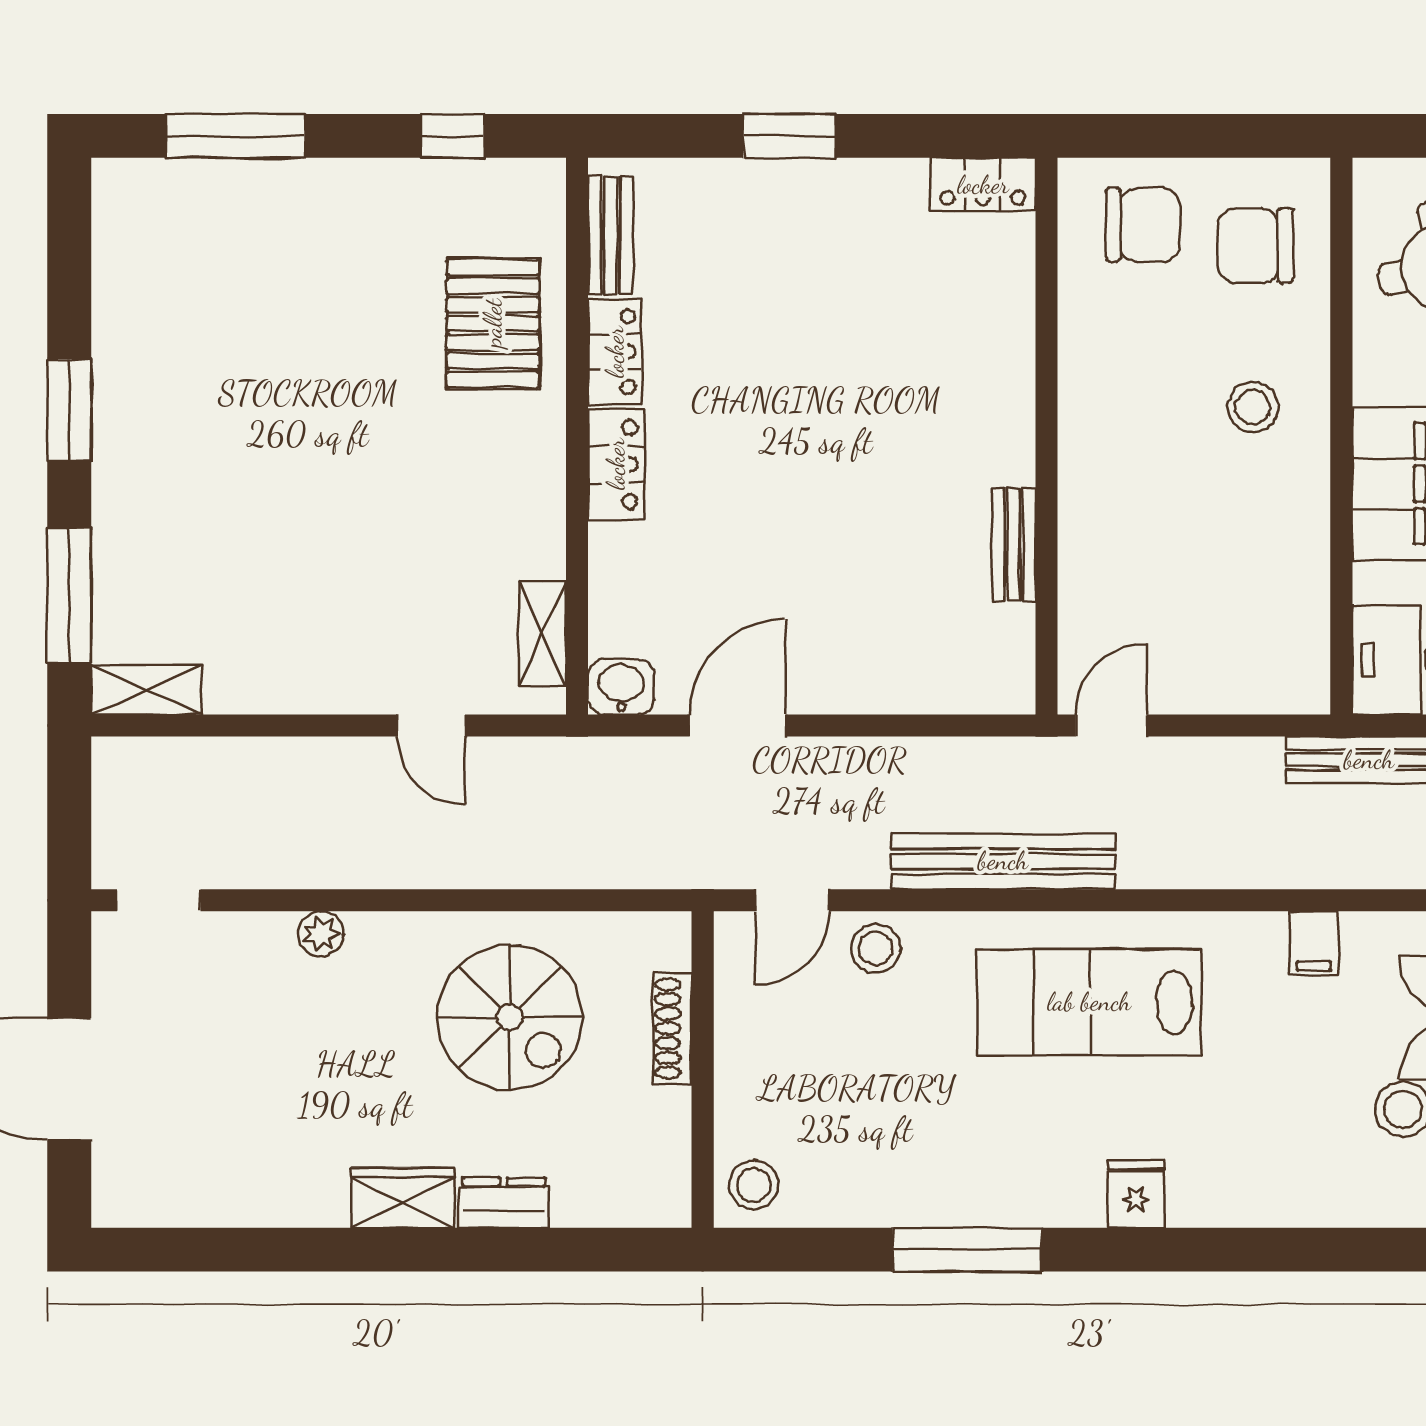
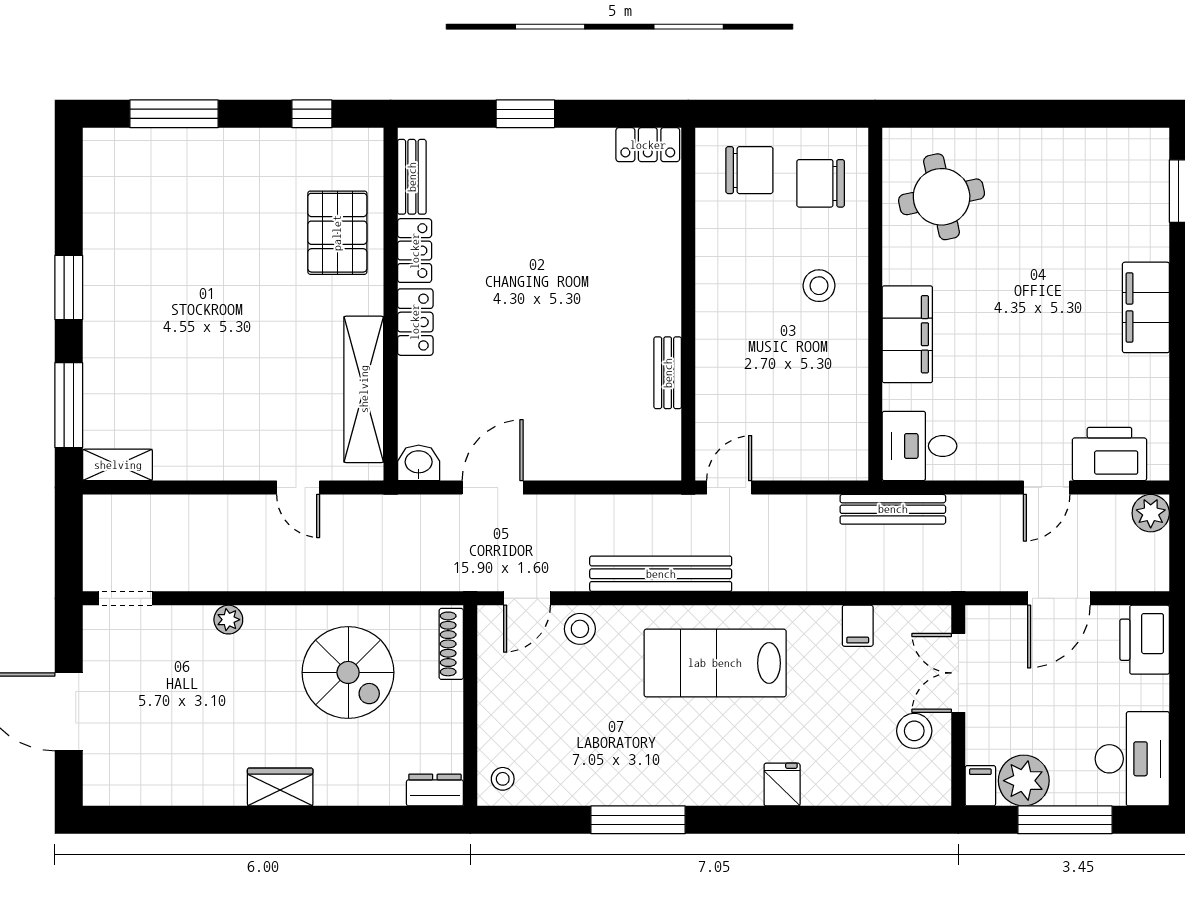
shelving: (543, 634) -> (364, 389), width x2.20, depth x1.33
shoe rack: (673, 1029) -> (451, 644), moved
stool: (754, 1185) -> (503, 779), width x0.73, depth x0.73
fridge: (1136, 1194) -> (782, 785), moved
dresser: (504, 1203) -> (435, 790), moved

